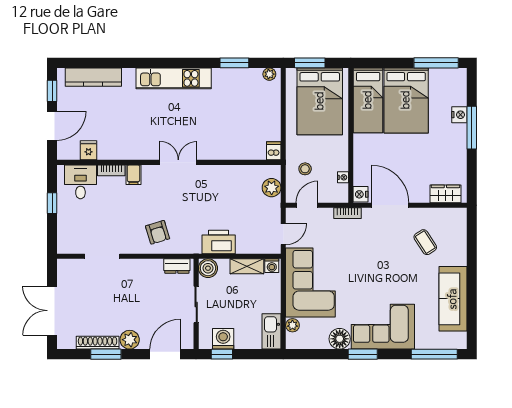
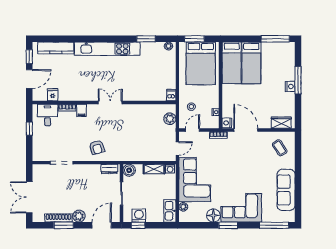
kitchen unit: (174, 78) -> (107, 49), width x1.36
bed: (406, 100) -> (251, 63), width x0.67
nightstand: (459, 115) -> (290, 86), moved
printer: (219, 242) -> (136, 153), removed
coffee table: (425, 242) -> (280, 148), moved

